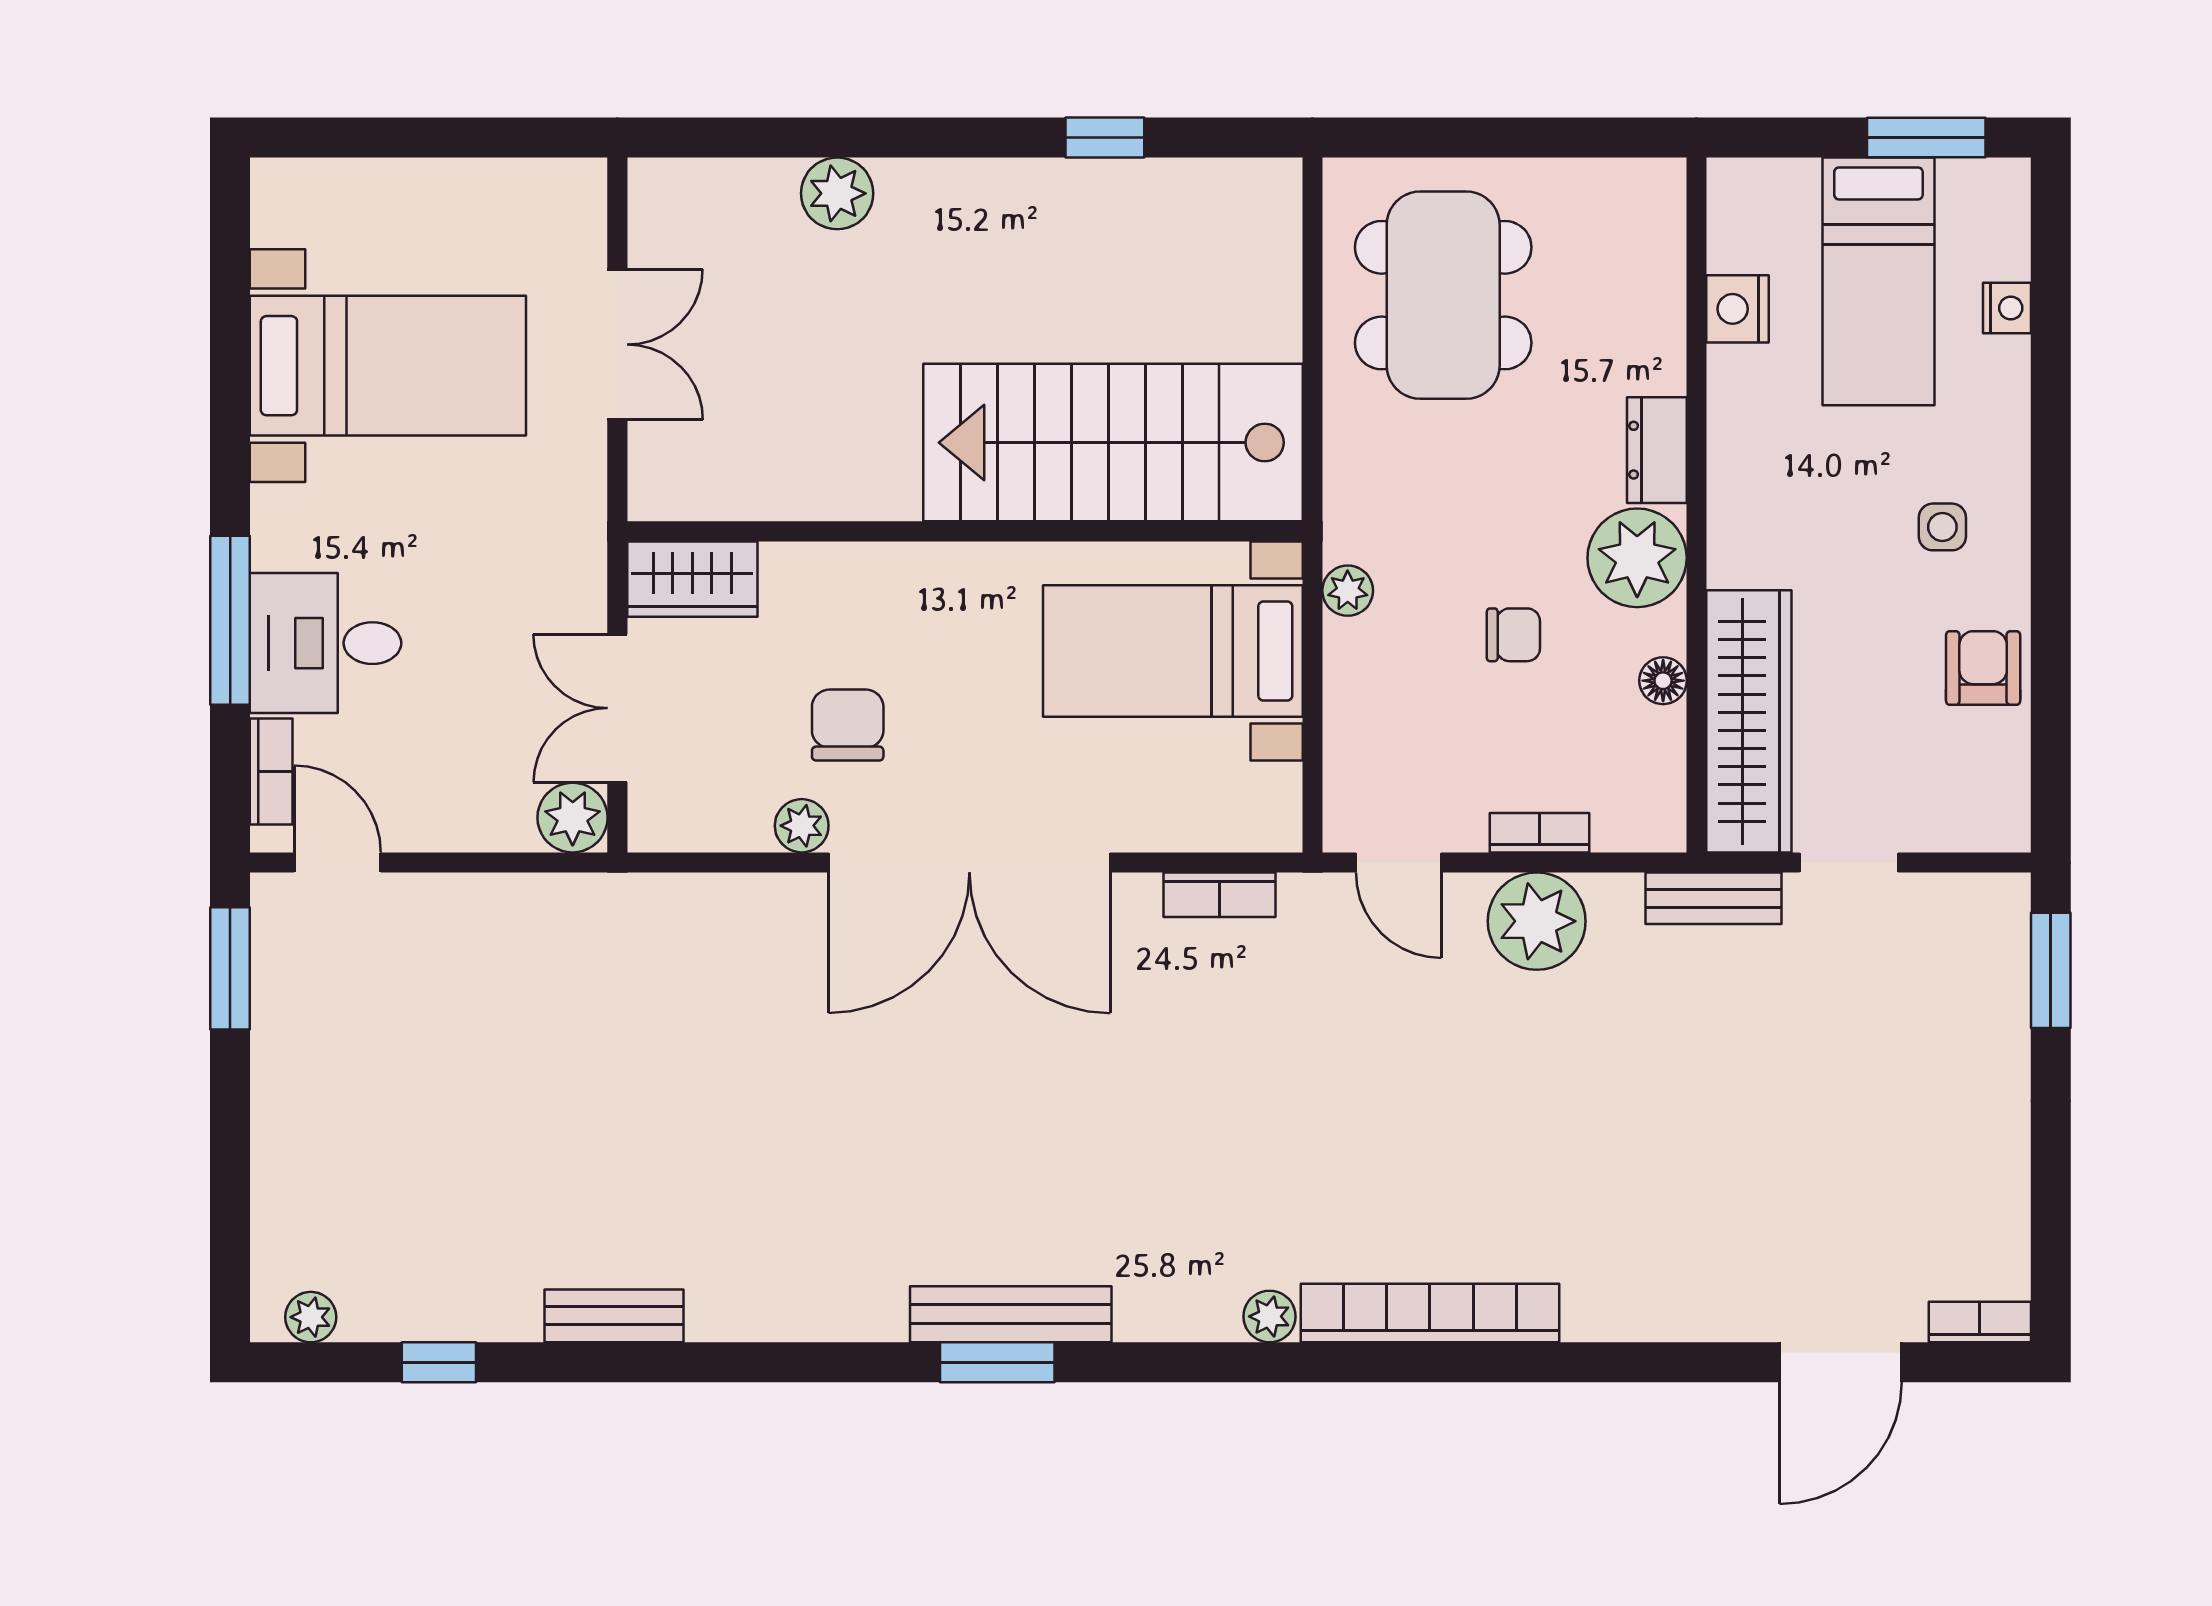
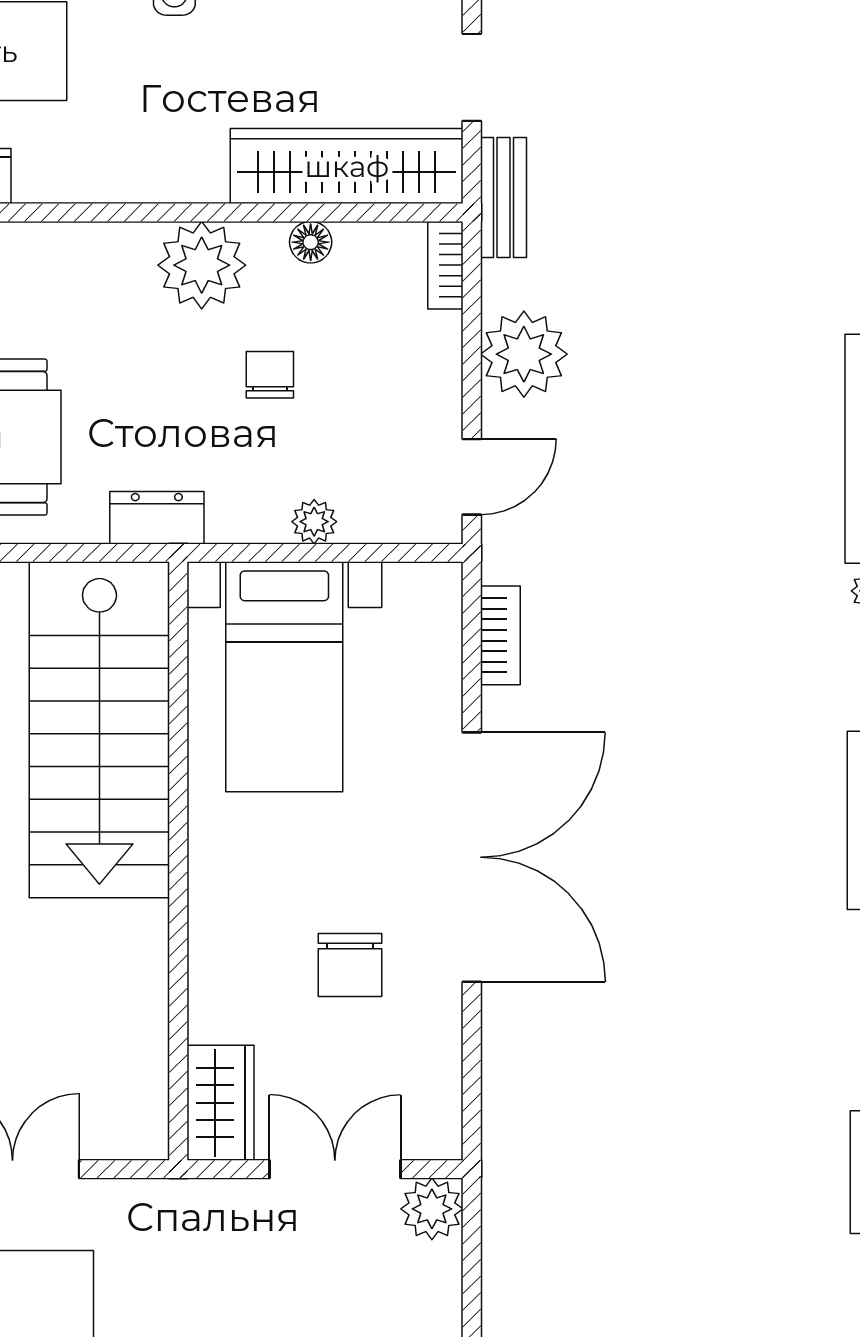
dresser: (1657, 450) -> (157, 518), moved, turned 180
plant: (1348, 591) -> (314, 522), moved
double door: (617, 708) -> (335, 1169), swing flipped
chair: (848, 725) -> (350, 965), turned -90
plant: (802, 826) -> (439, 1006), removed
bookcase: (1540, 833) -> (445, 265), moved

